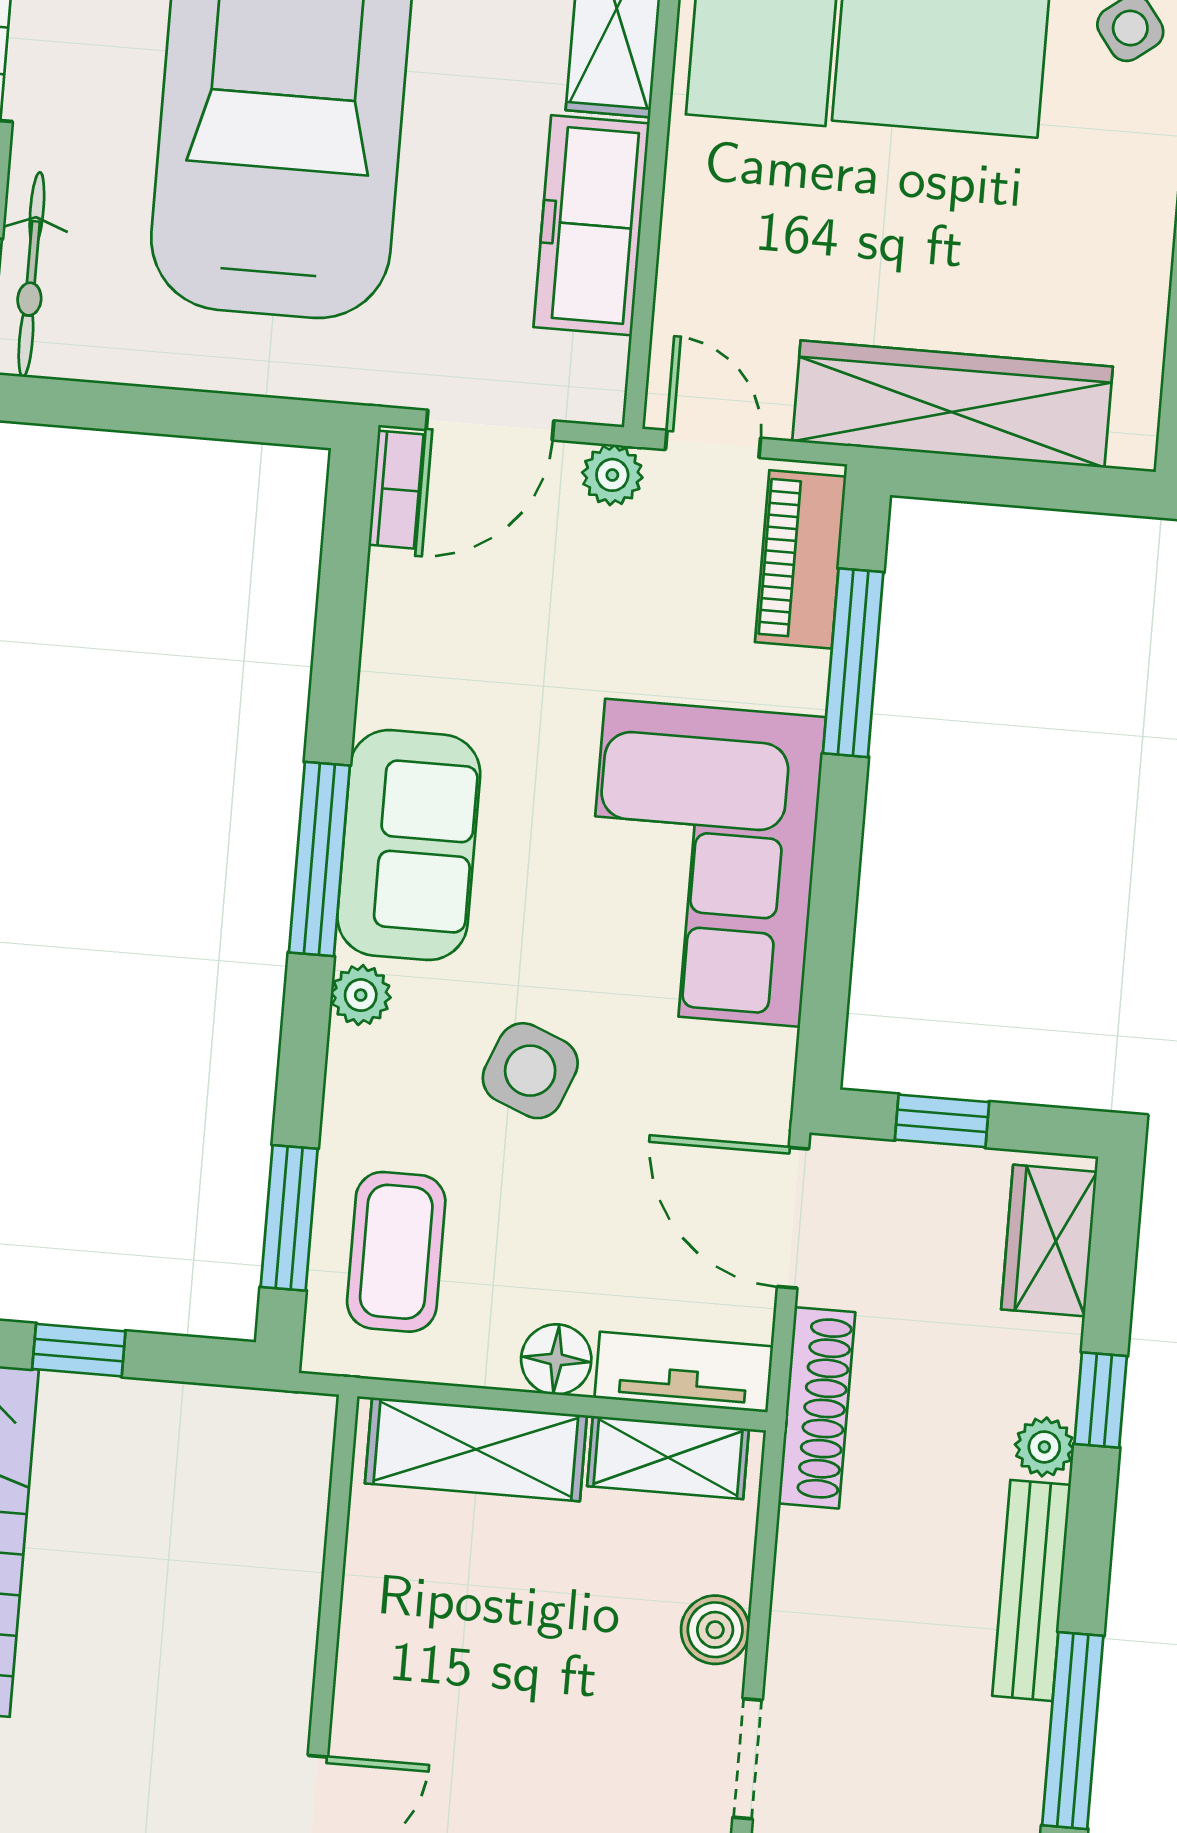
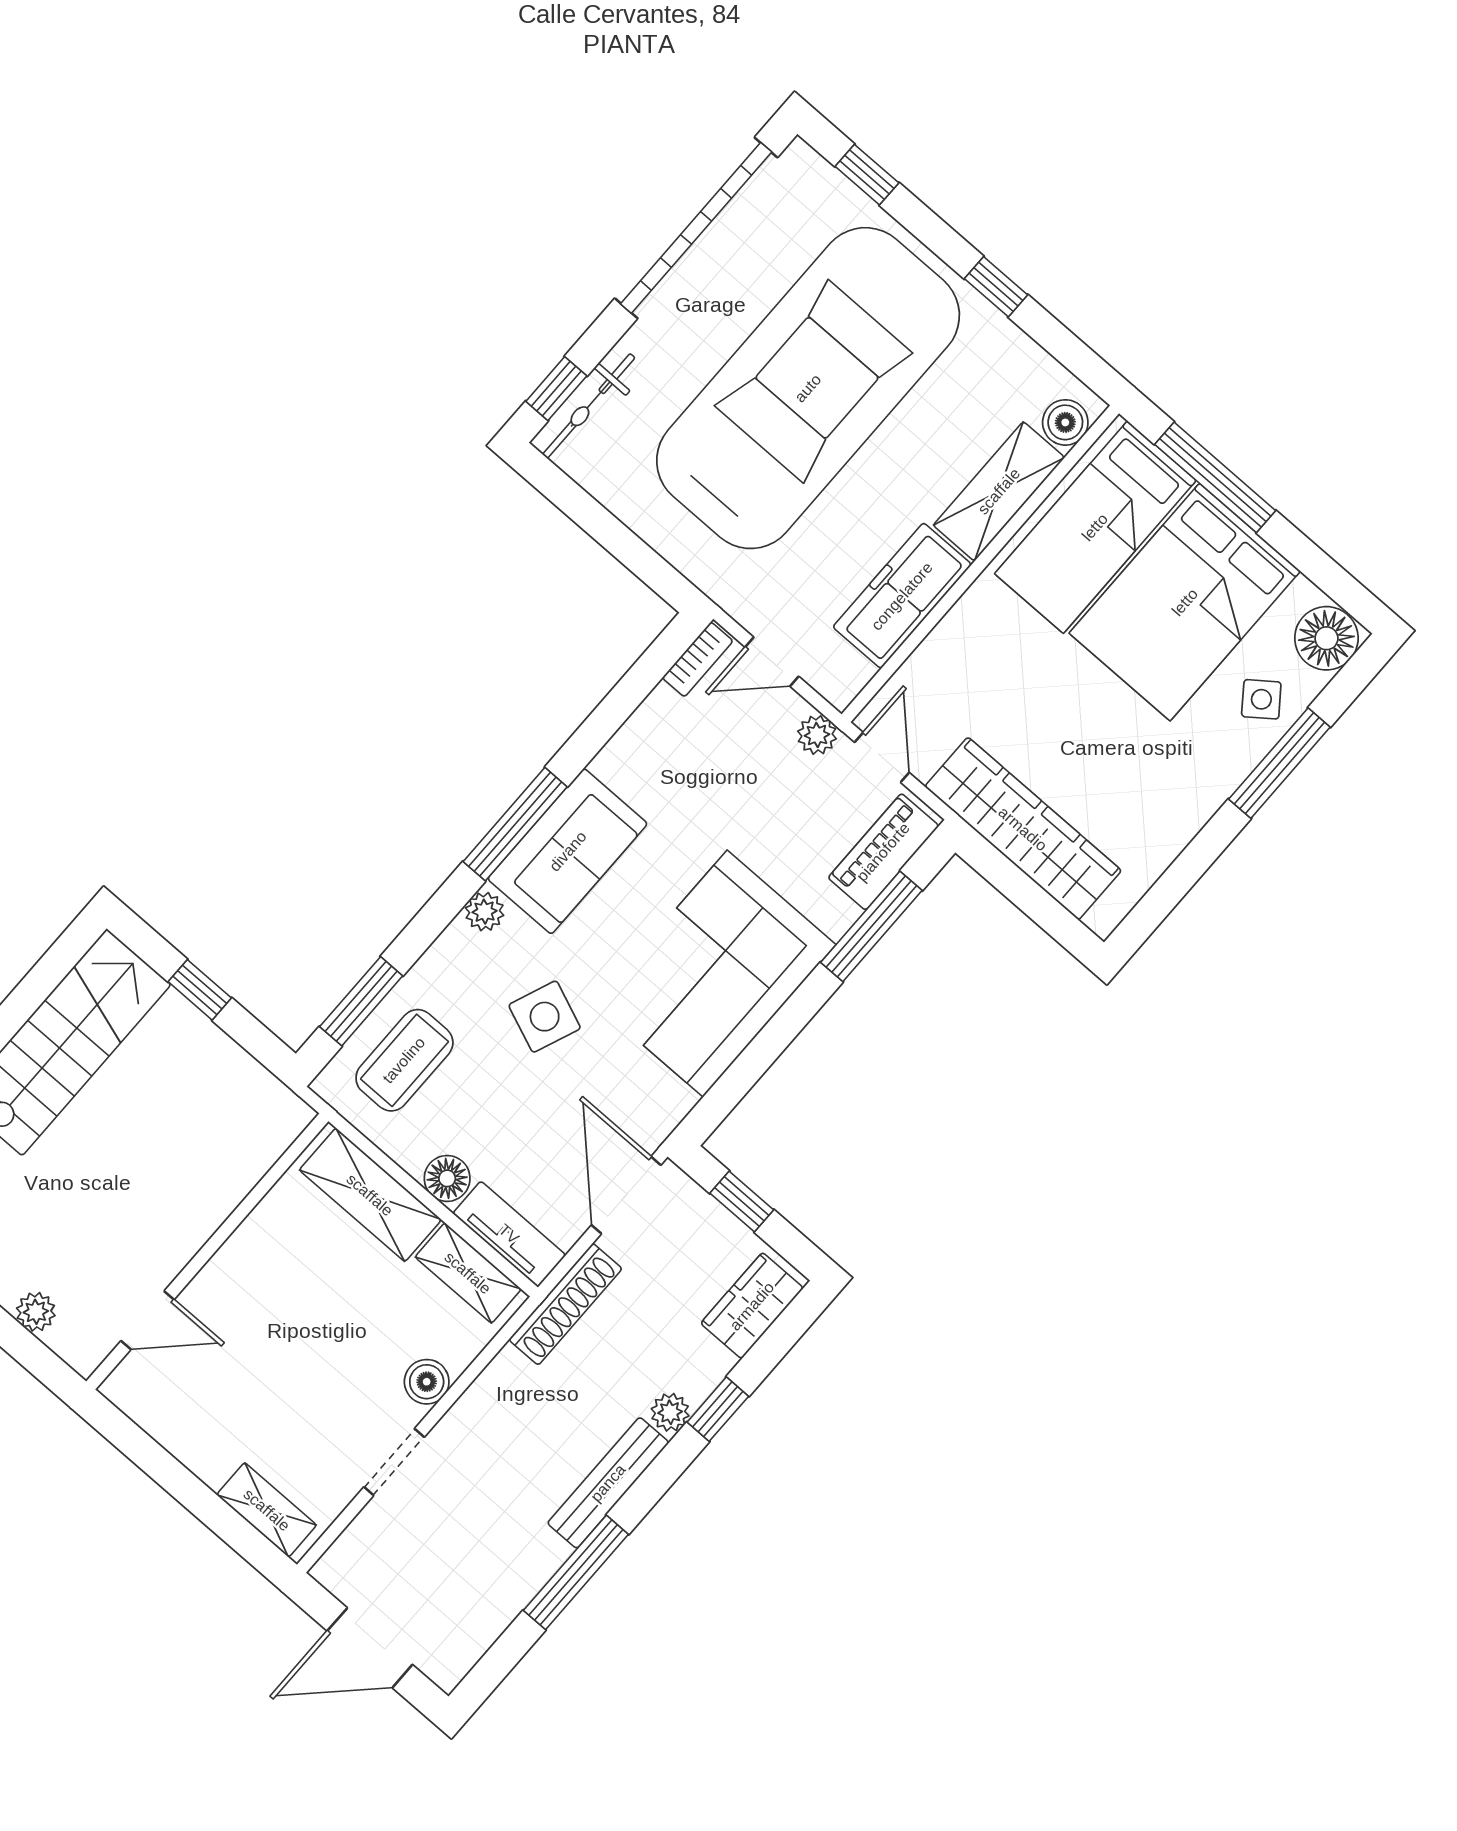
door: (490, 425) -> (772, 662), width x0.73

